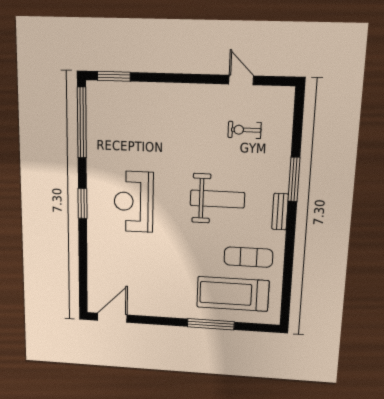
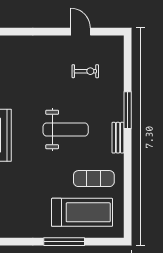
exercise bike: (245, 130) -> (85, 71), turned 180
treadmill: (233, 294) -> (82, 212), turned 180

